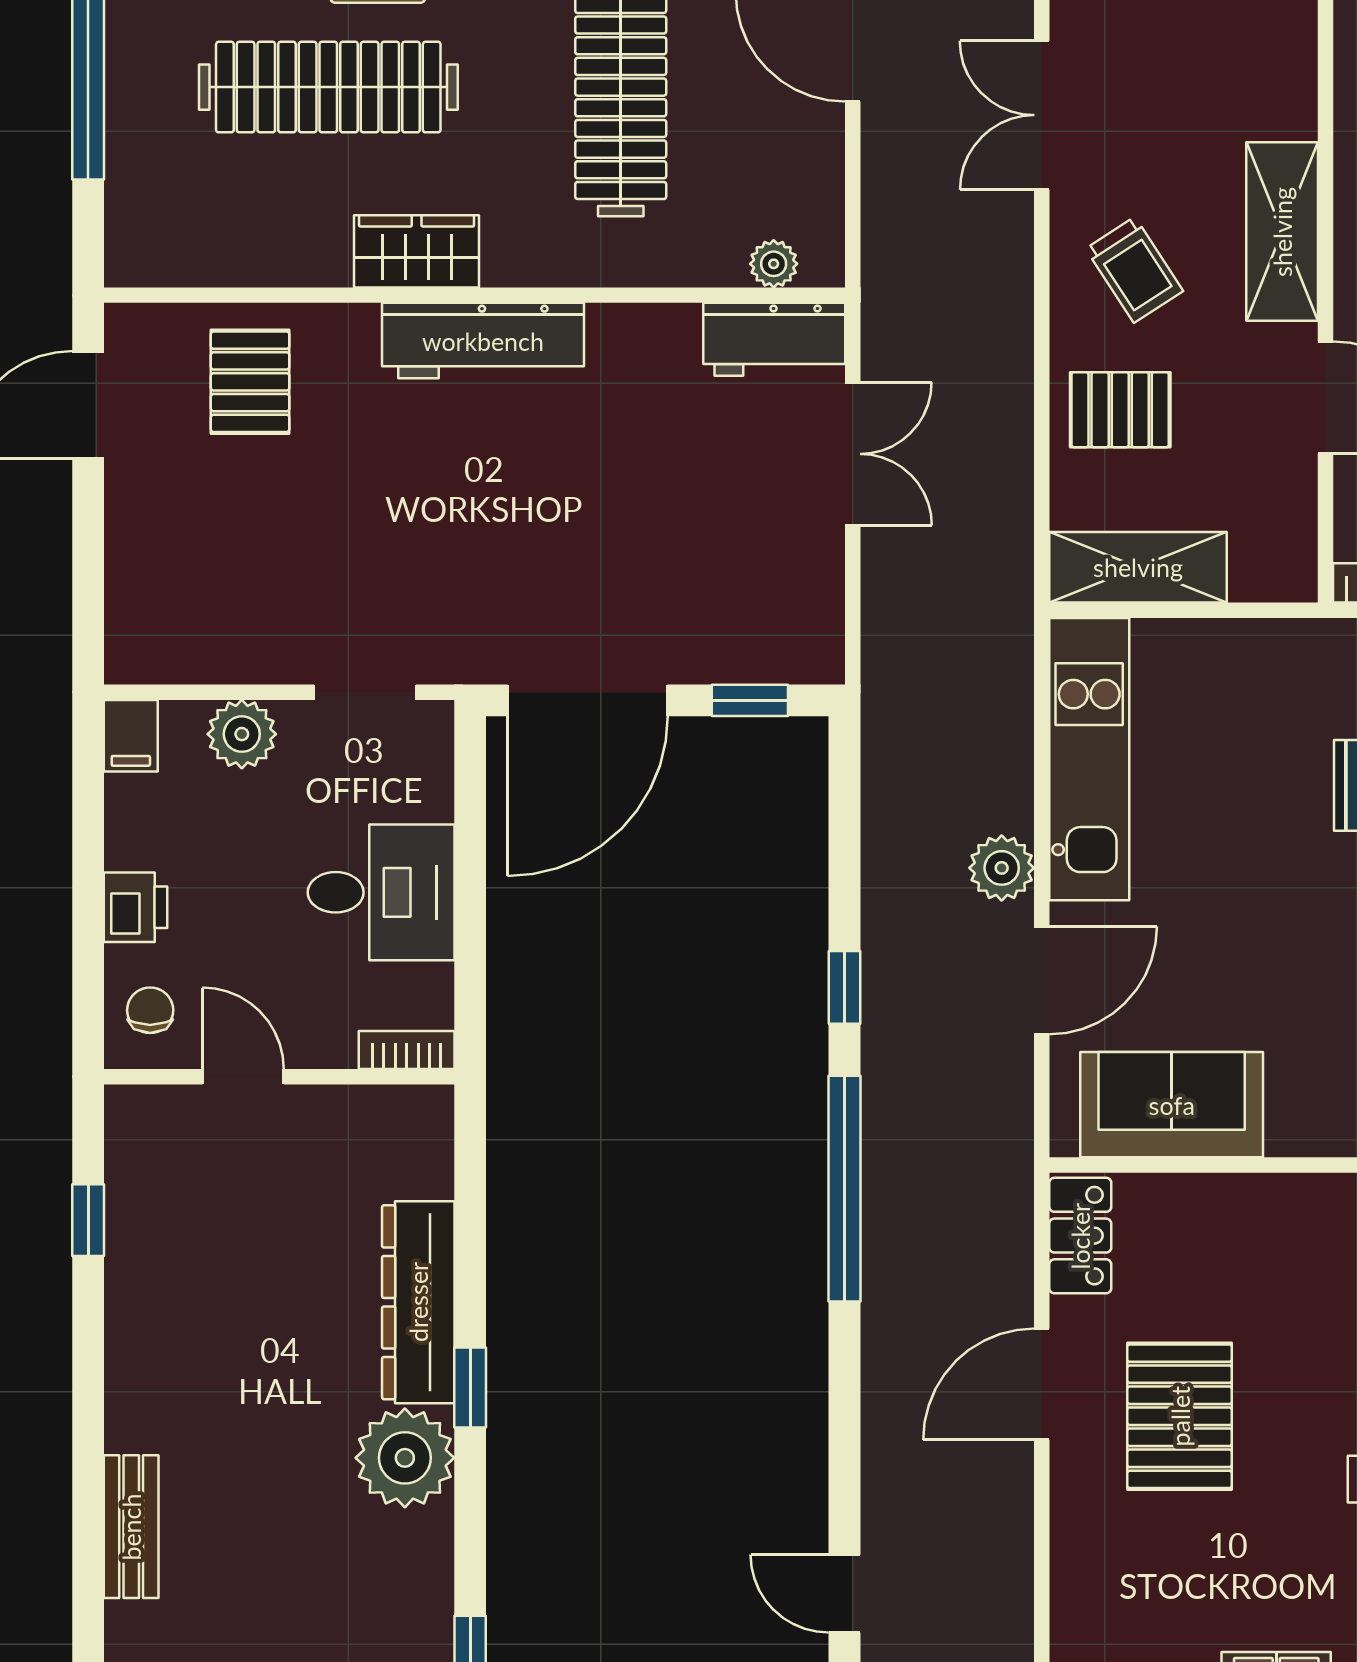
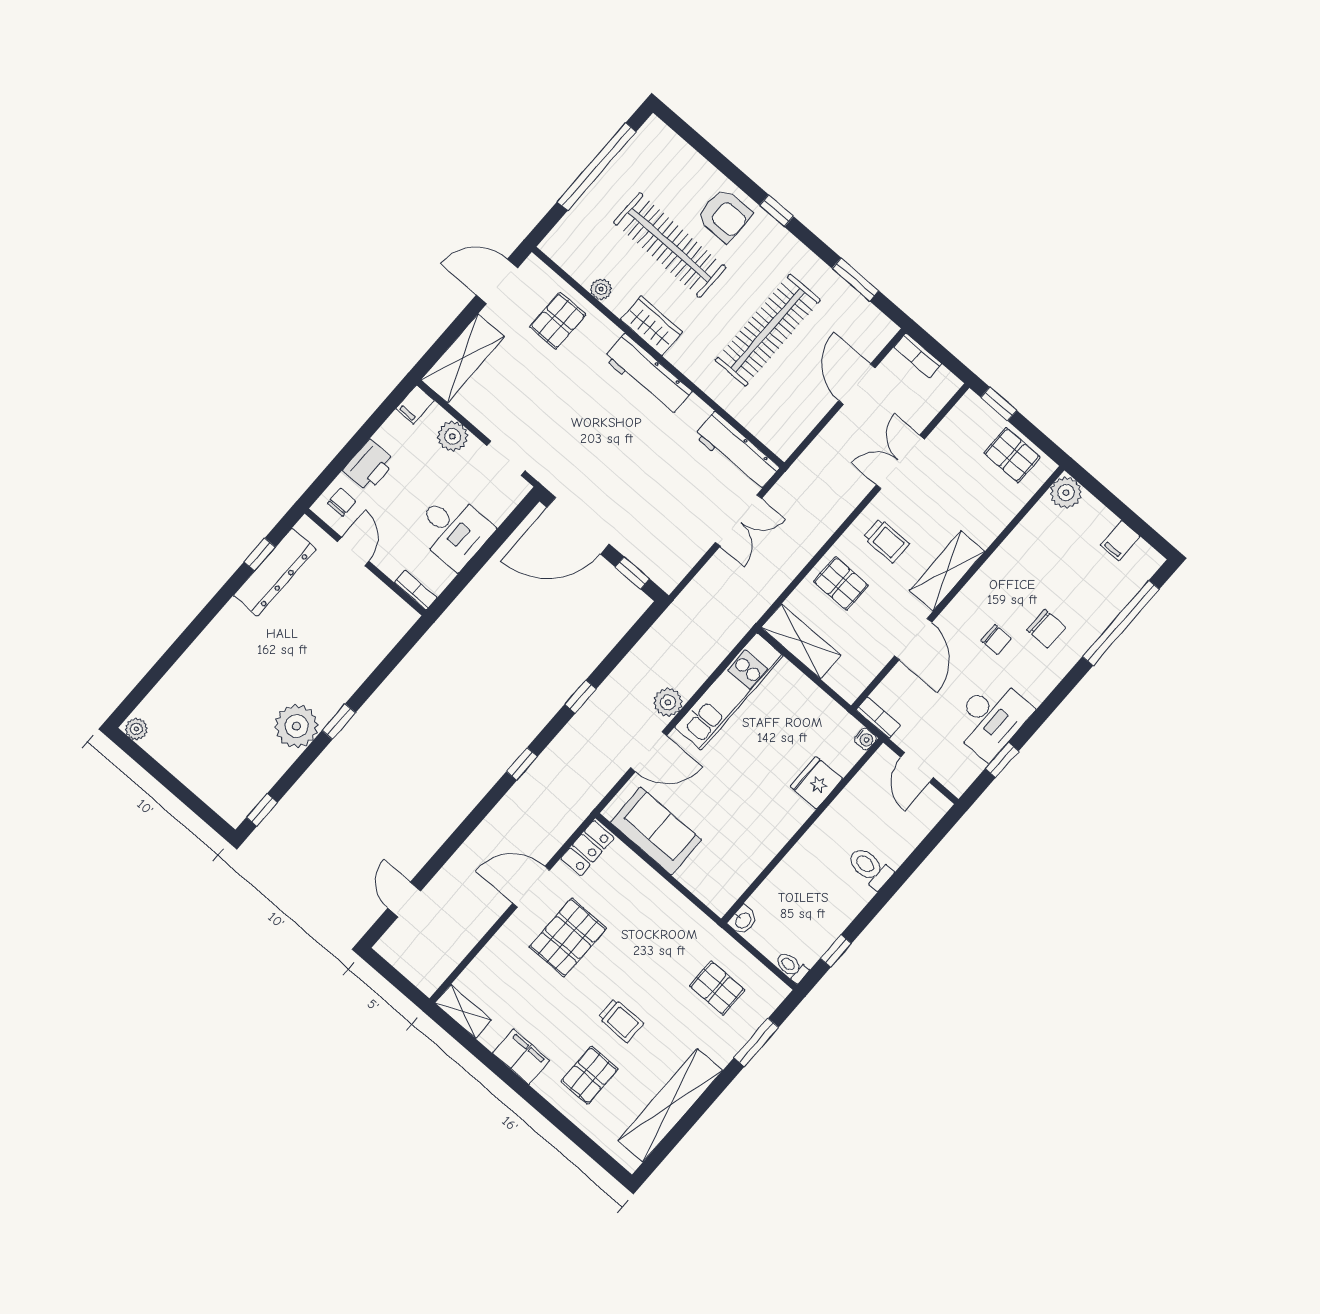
plant: (774, 264) -> (601, 289), moved
trolley: (1134, 270) -> (886, 541), turned -57
workbench: (774, 339) -> (737, 451), width x1.38
shelving: (143, 586) -> (463, 358), added
printer: (136, 907) -> (369, 466), width x1.36, depth x1.24
window: (844, 1189) -> (522, 764), width x0.32
dresser: (418, 1302) -> (275, 572), moved, turned 180
bench: (131, 1527) -> (185, 669), removed

